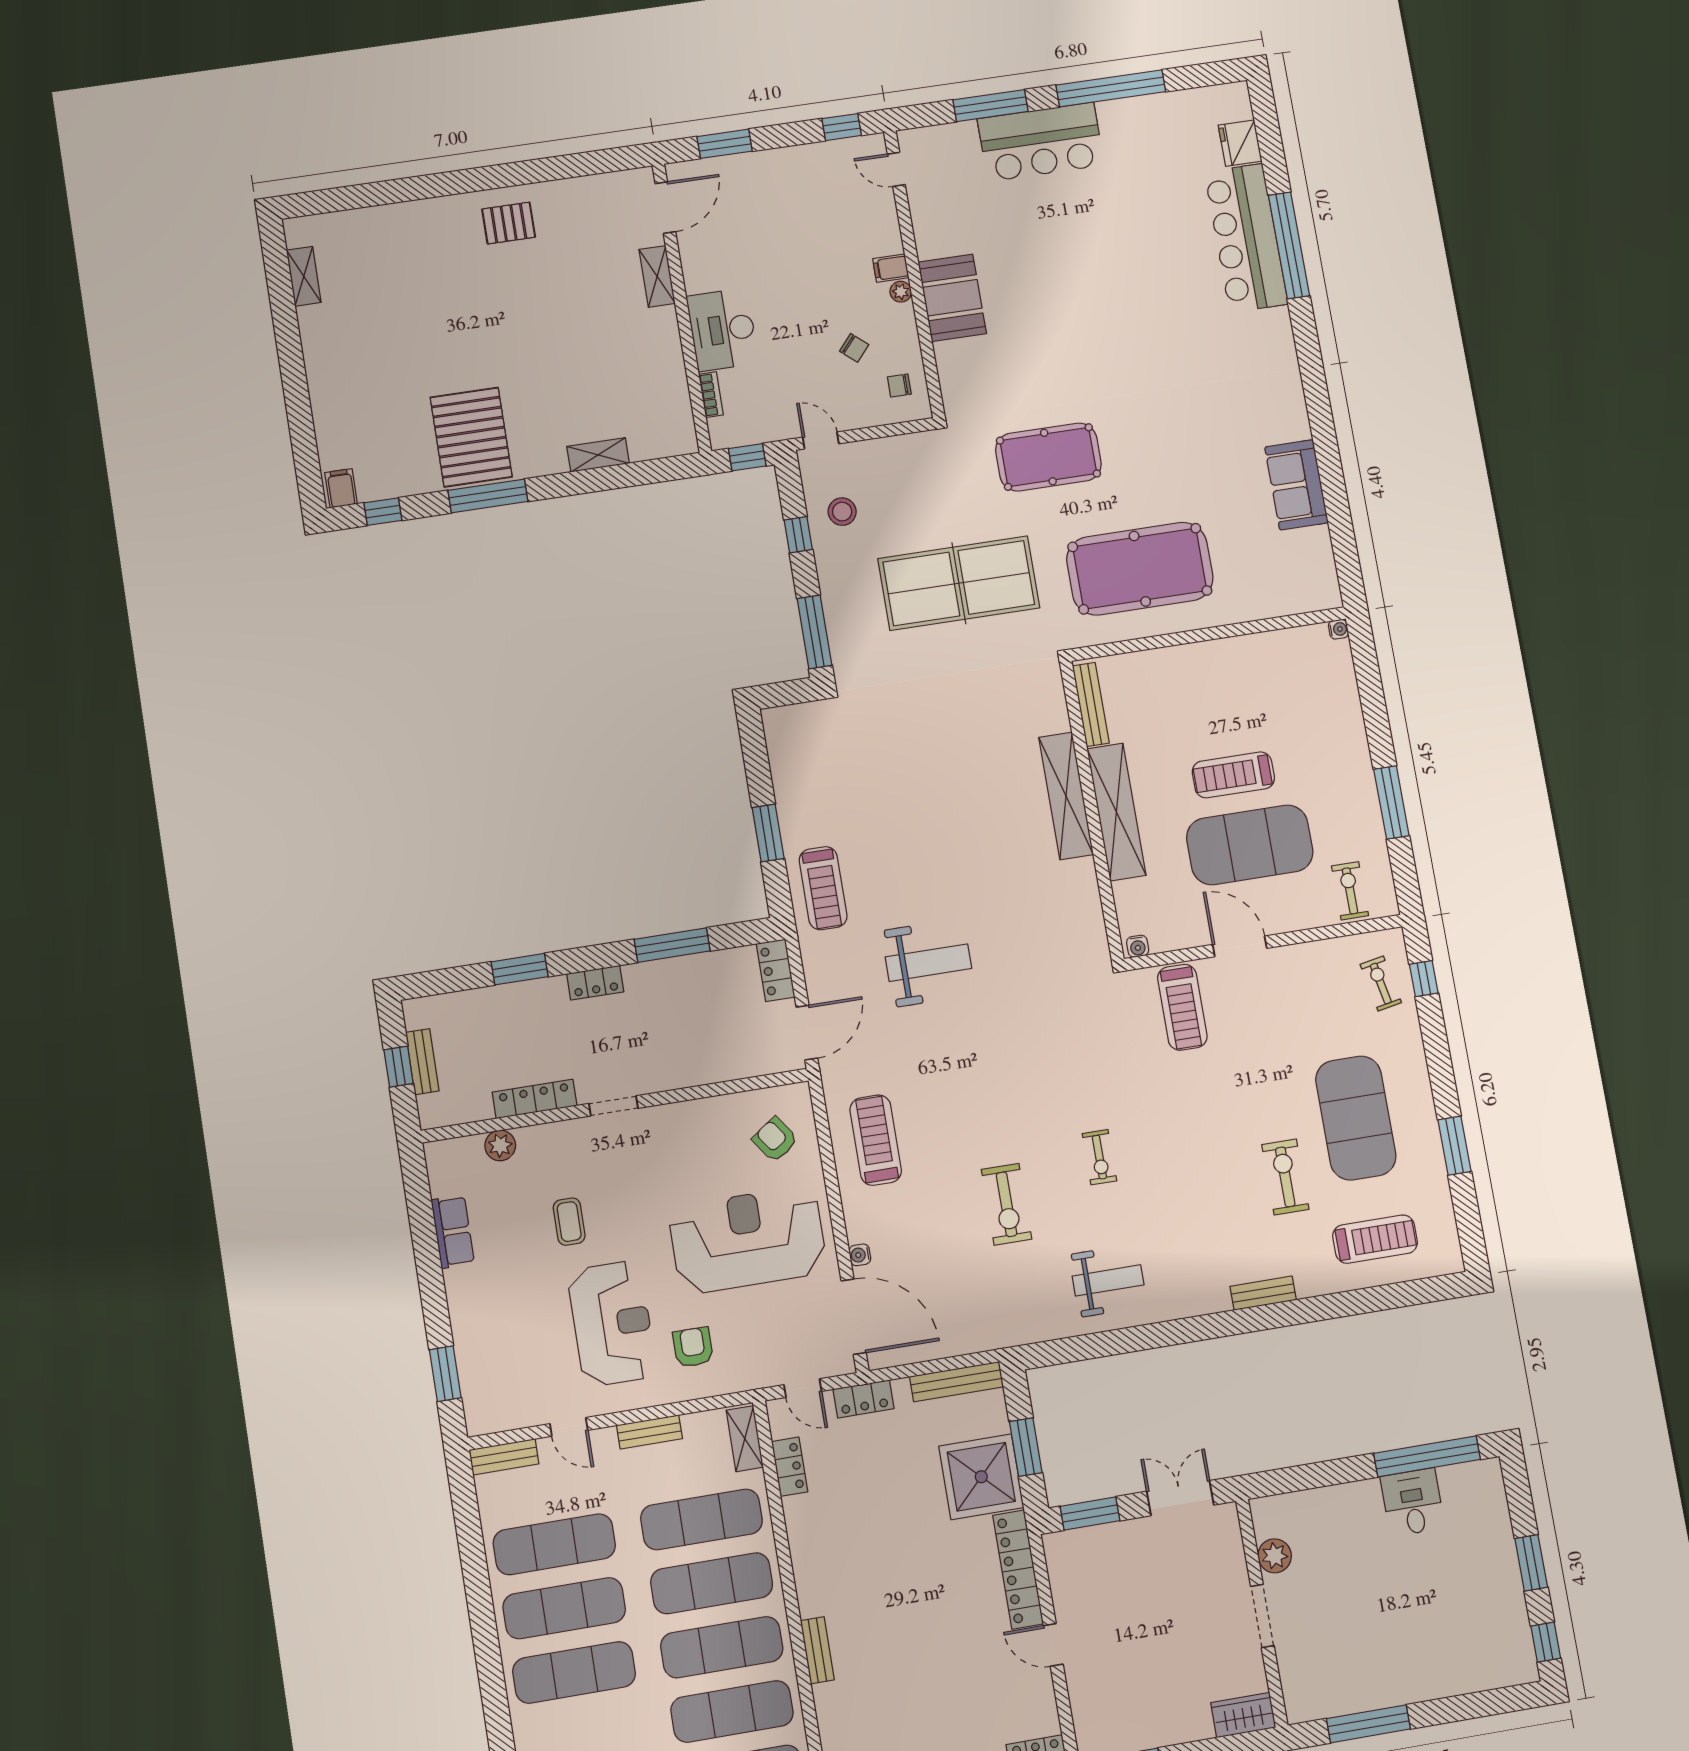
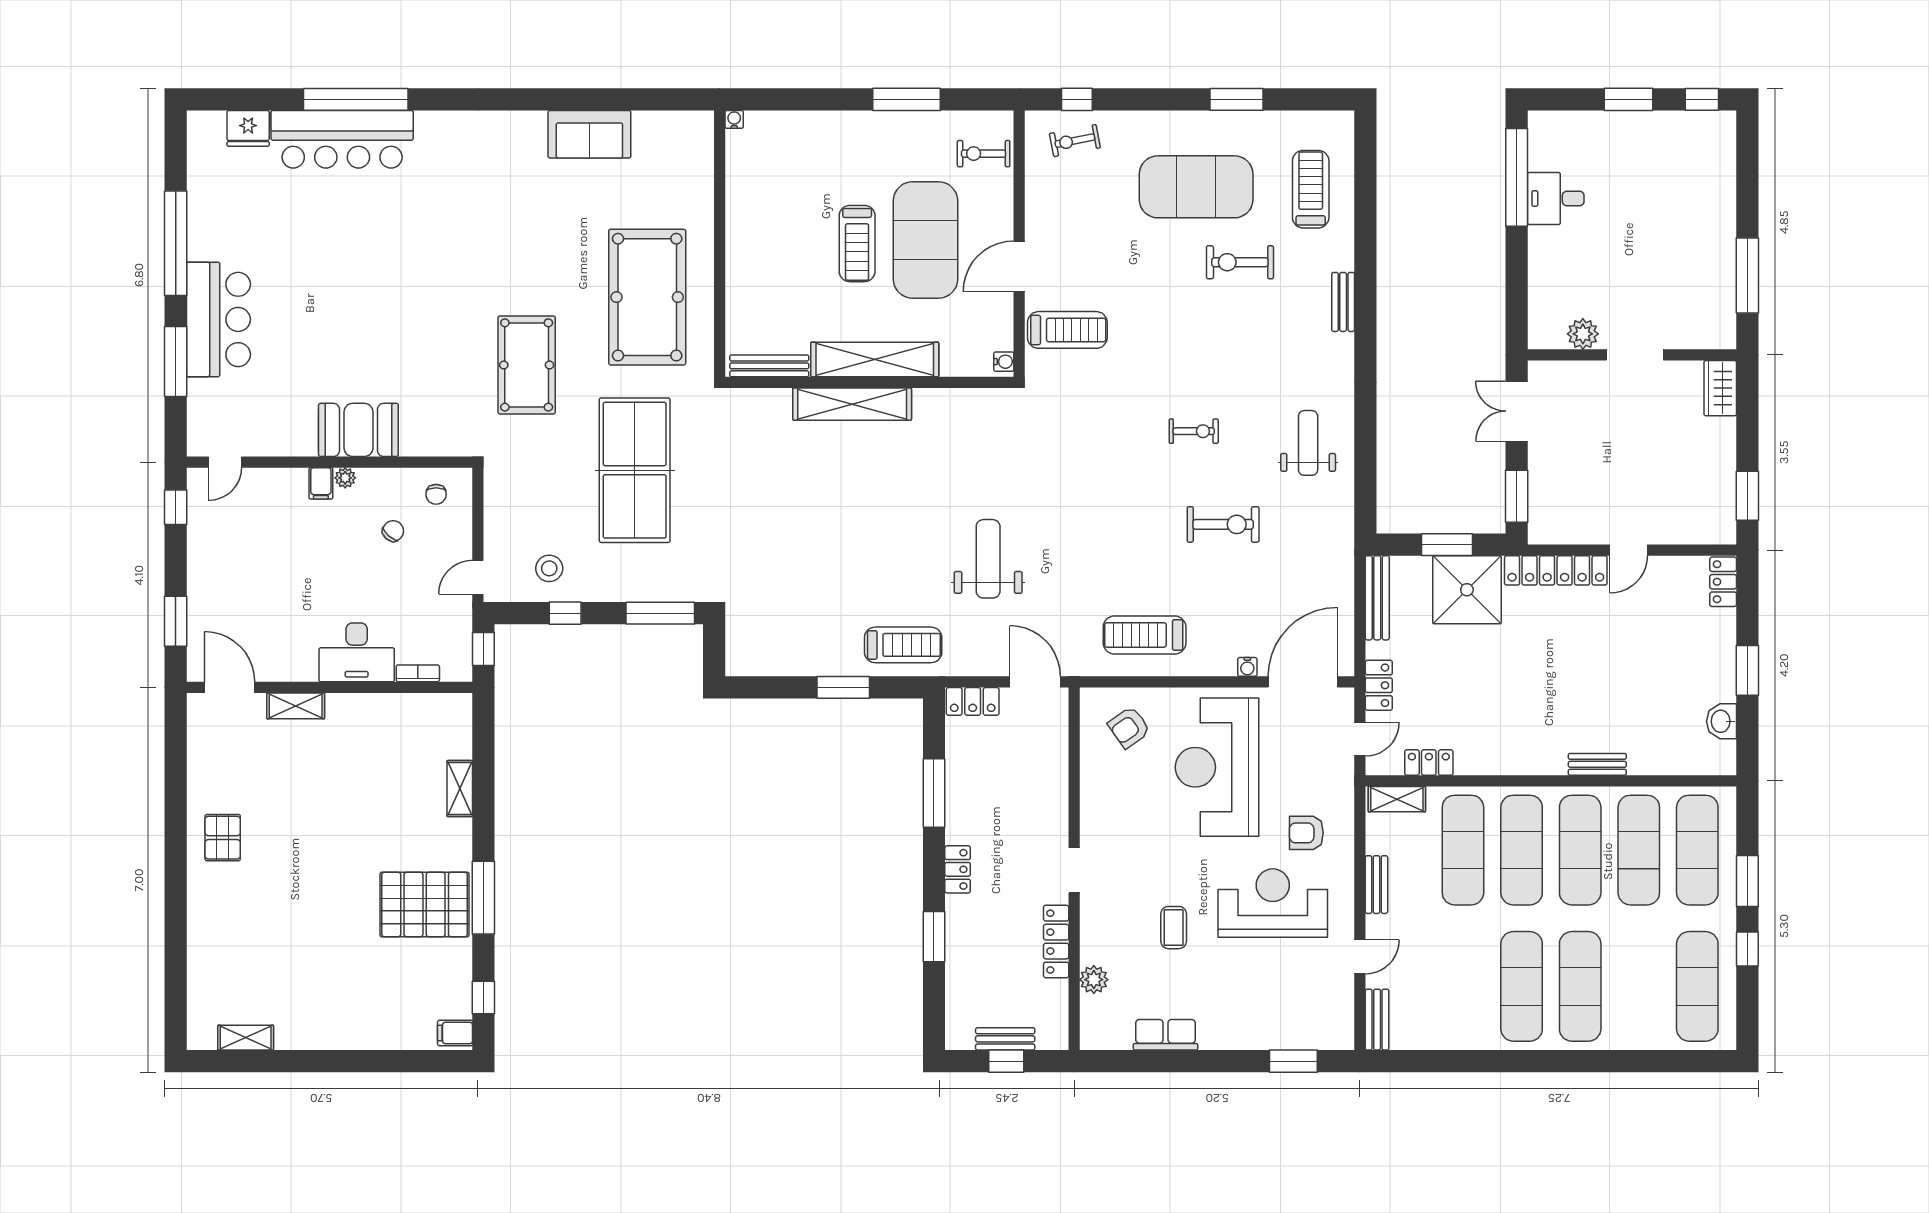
coffee table: (569, 1222) -> (1174, 928), turned 90
exercise mat: (554, 1544) -> (1463, 986), removed

